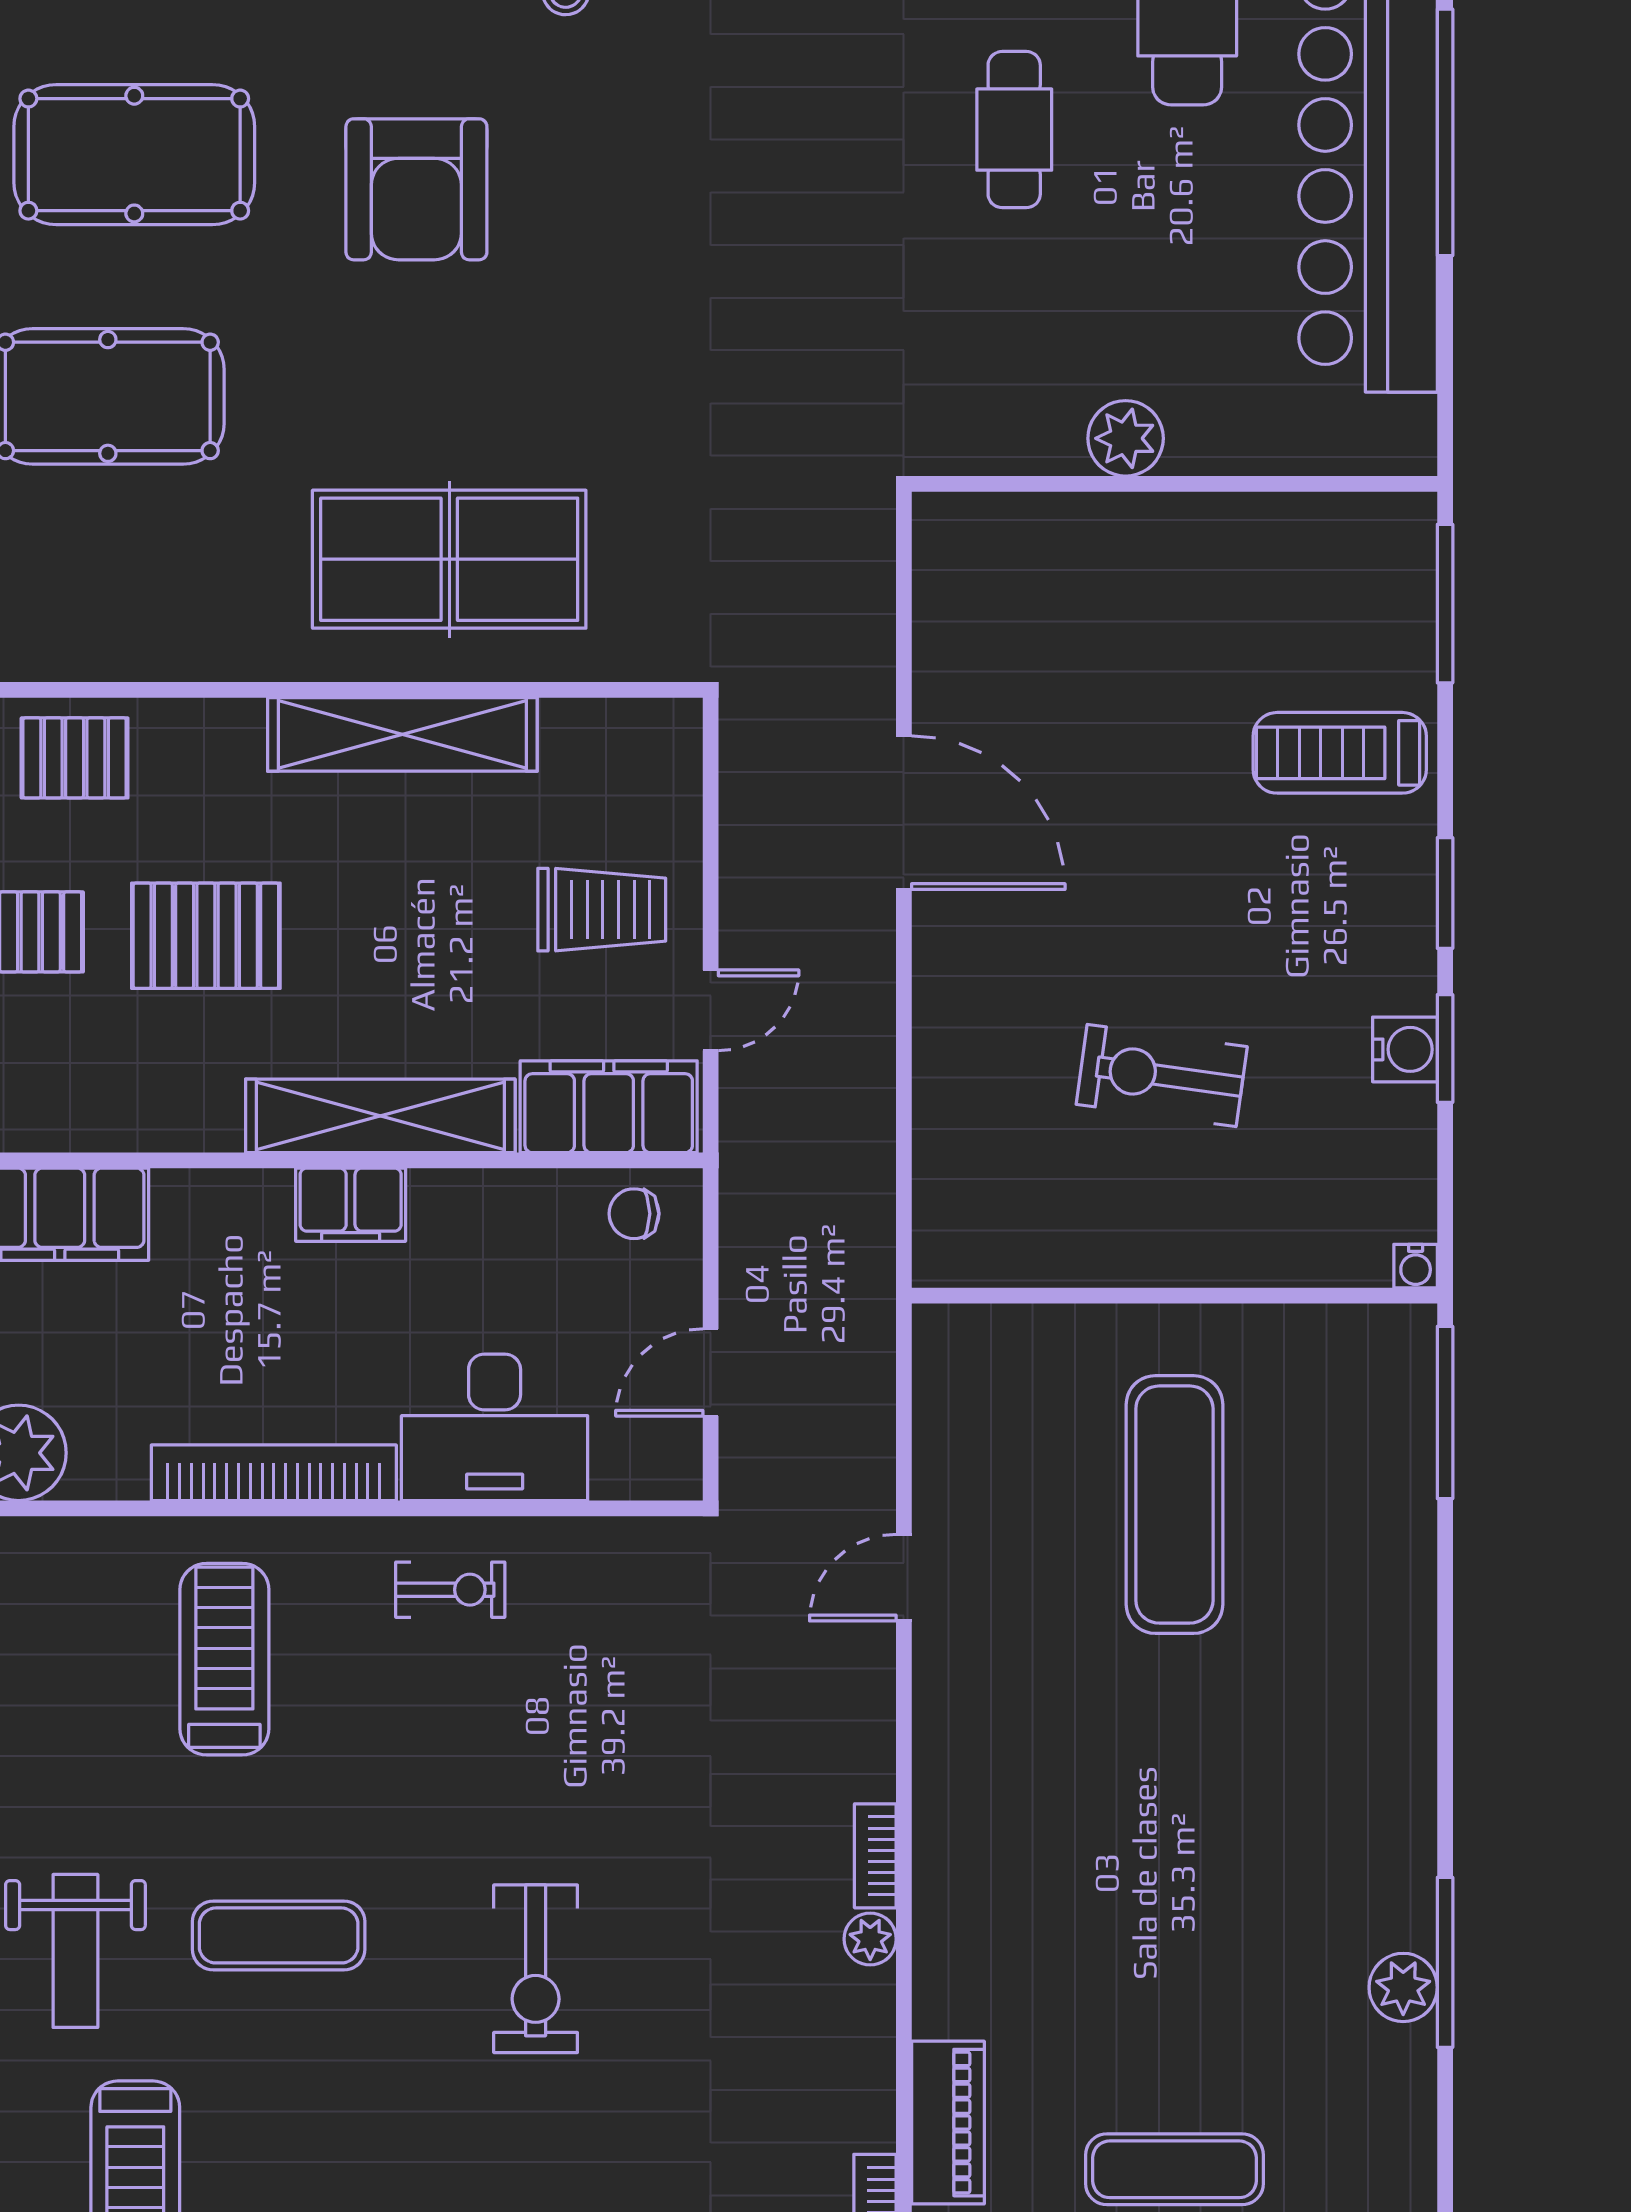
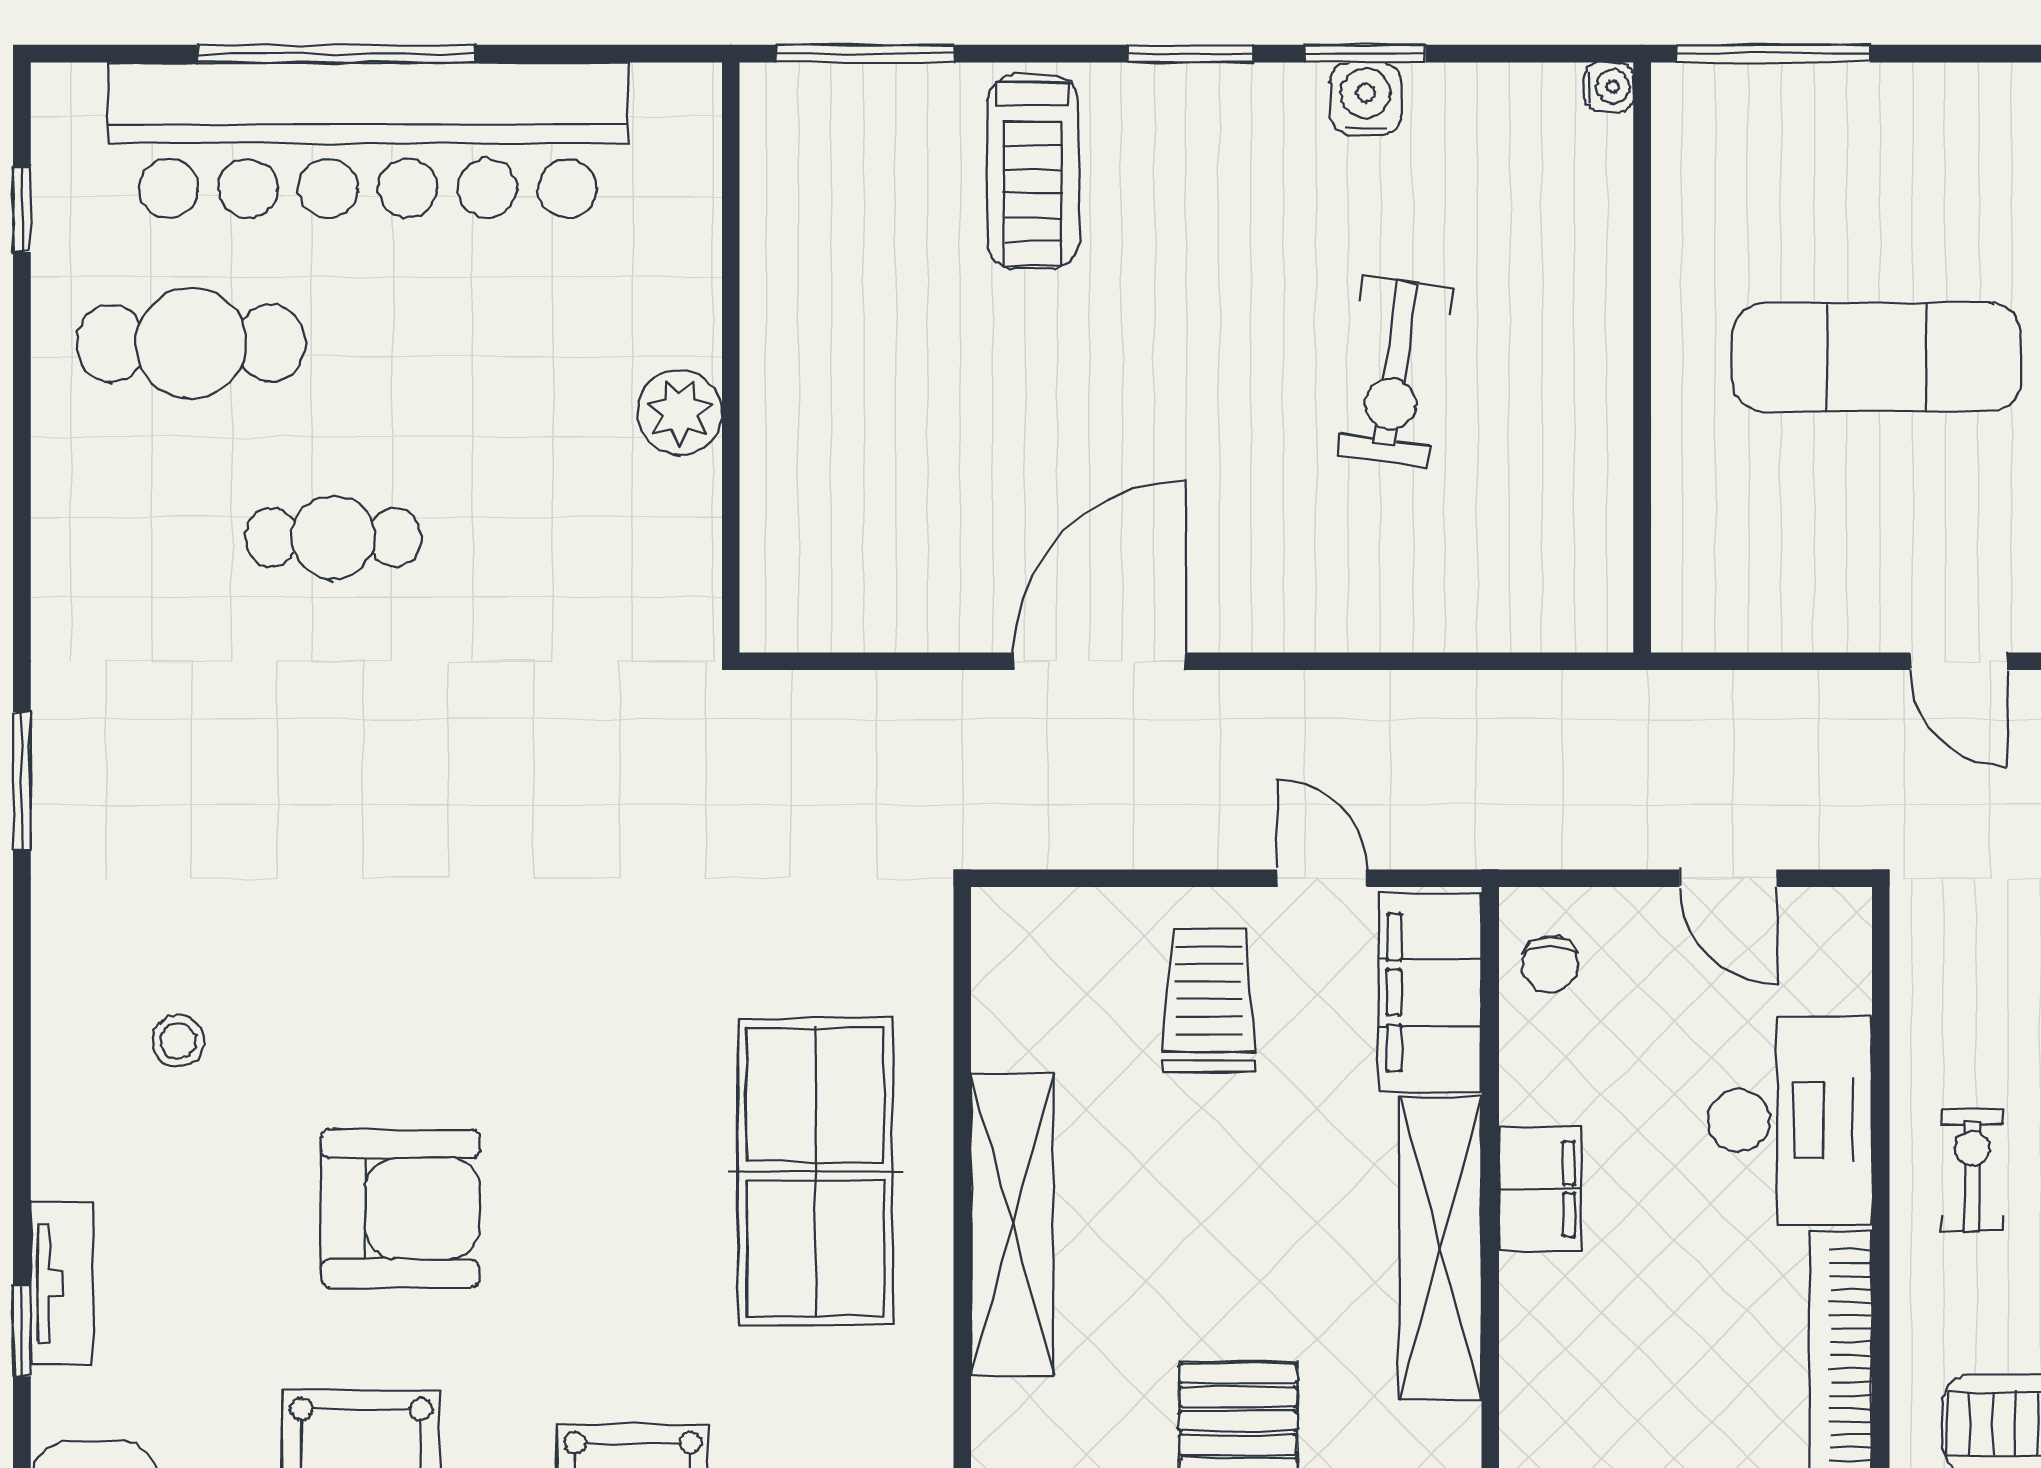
filing cabinet: (351, 1205) -> (1540, 1189), moved

